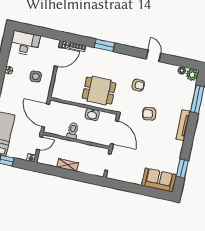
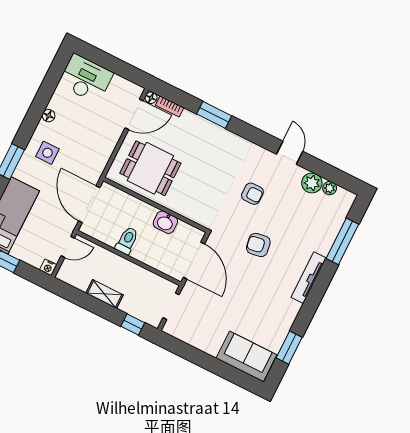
plant: (192, 75) -> (312, 183), moved
side table: (36, 77) -> (47, 153), moved
dining table: (99, 91) -> (150, 168), moved
window: (88, 178) -> (133, 325), added

